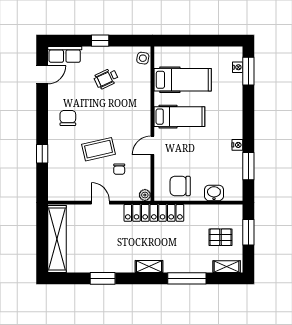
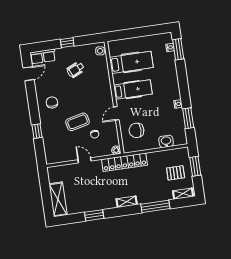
chair: (180, 186) -> (136, 130), moved
shelving: (57, 239) -> (58, 199), width x0.68

